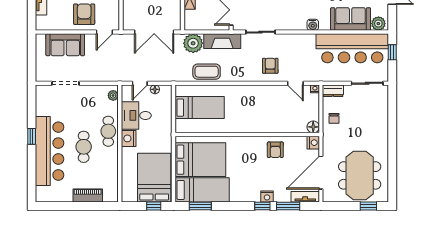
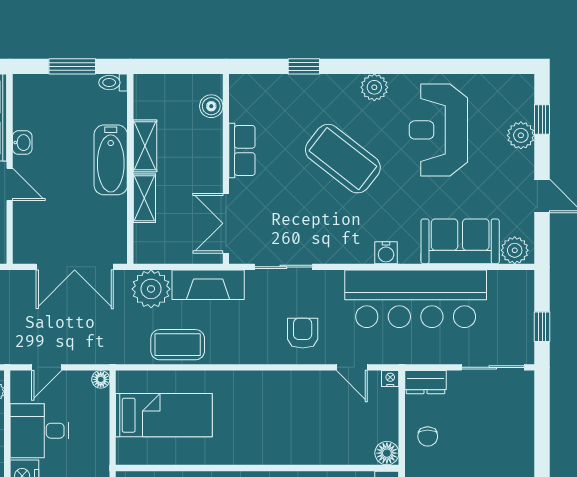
bar counter: (352, 48) -> (416, 299), moved
window: (392, 52) -> (542, 327), moved
floor lamp: (155, 89) -> (101, 379), moved

